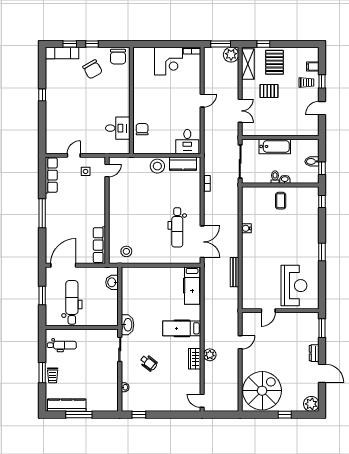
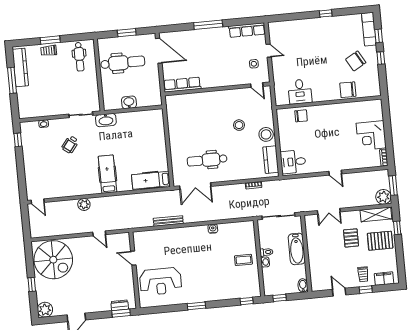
chair: (118, 57) -> (348, 90), moved
filing cabinet: (313, 67) -> (384, 279), width x2.00
bidet: (312, 161) -> (303, 286), moved
stool: (126, 251) -> (239, 125), moved
washbasin: (112, 282) -> (129, 102), moved
dresser: (314, 353) -> (120, 305), moved
wardrobe: (195, 359) -> (78, 190), removed
door: (202, 401) -> (38, 201), swing flipped

